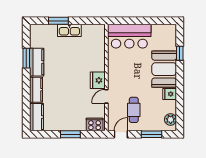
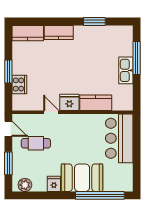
window: (58, 21) -> (137, 58), width x1.44
window: (180, 53) -> (100, 195), width x3.17
kitchen counter: (37, 62) -> (96, 103), moved, turned 180
cooker: (95, 124) -> (19, 84), moved

